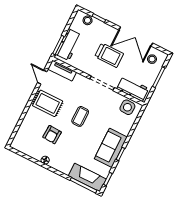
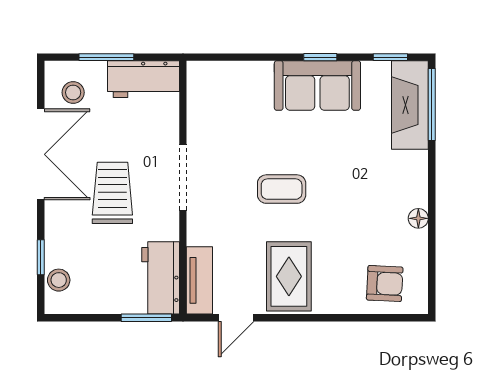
workbench: (69, 45) -> (161, 278), moved, turned -90
workbench: (133, 89) -> (144, 79), moved, turned -90
side table: (127, 107) -> (208, 94), removed
armchair: (52, 135) -> (385, 284), moved

